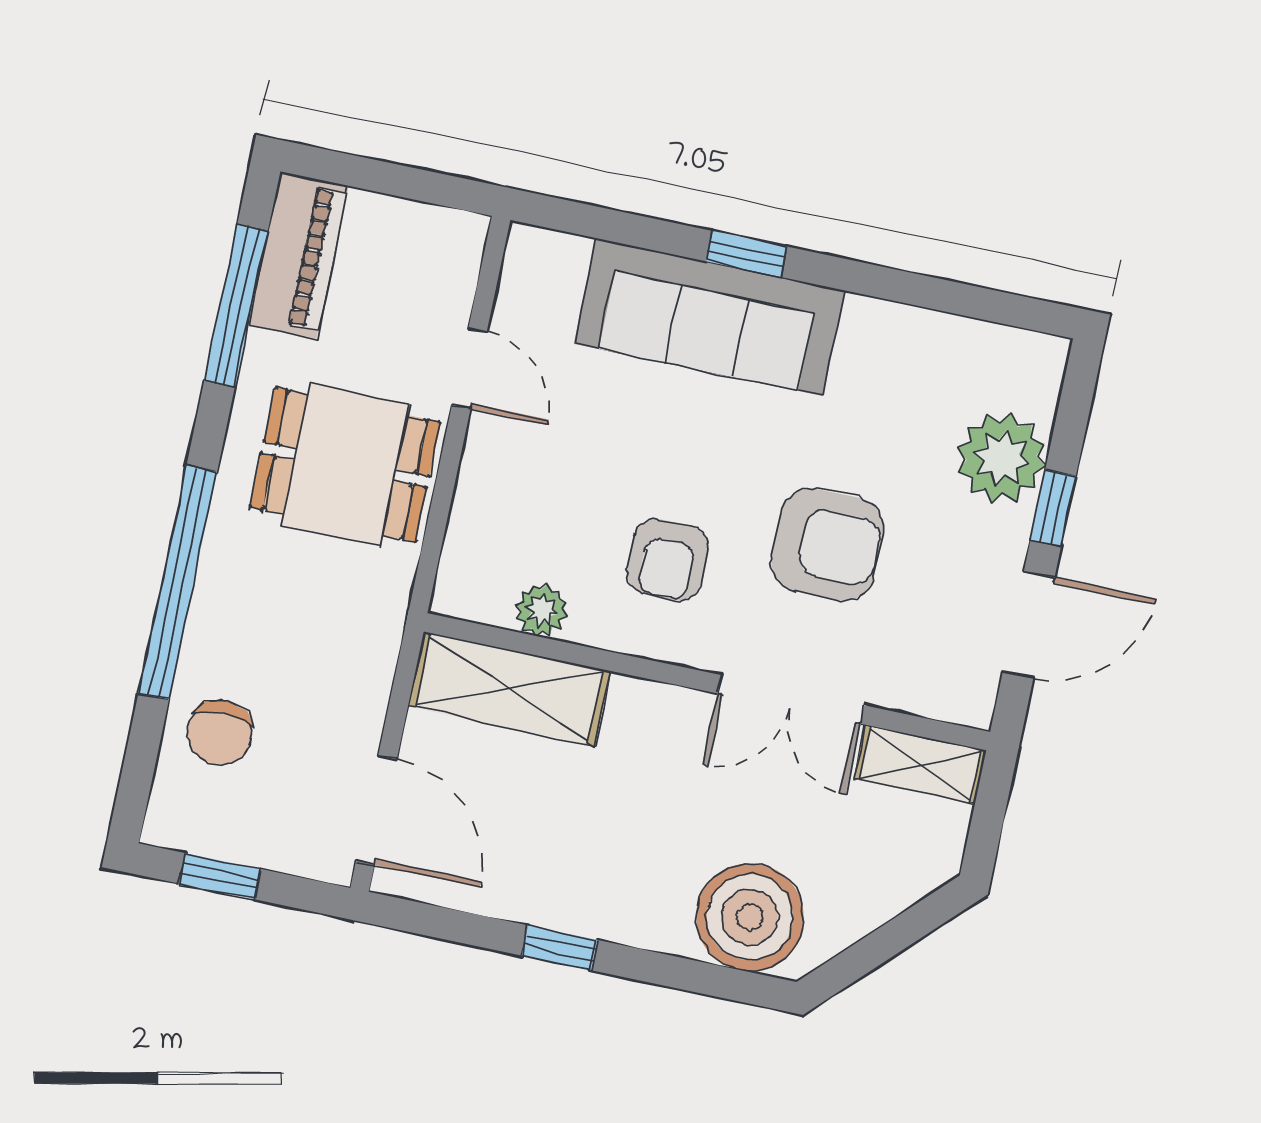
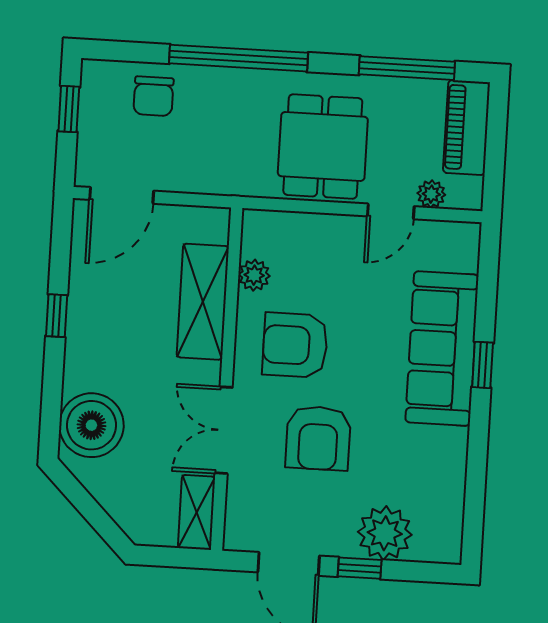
piano: (298, 255) -> (467, 128), moved, turned 90
plant: (451, 297) -> (431, 194), added
armchair: (668, 560) -> (295, 345), width x1.38, depth x1.38
shelving: (509, 689) -> (203, 302), moved
chair: (220, 733) -> (153, 96), turned -90

